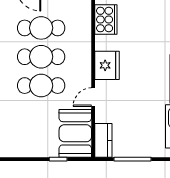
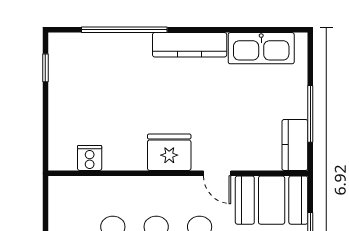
cooker: (106, 20) -> (90, 158), width x0.53, depth x0.76
kitchen counter: (103, 140) -> (295, 145), moved, turned -90

